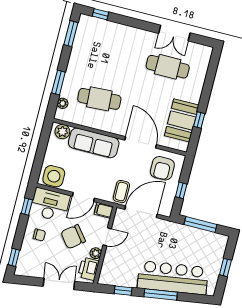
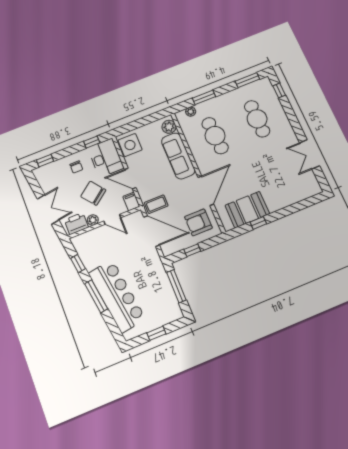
cafe table: (168, 67) -> (257, 119), moved

